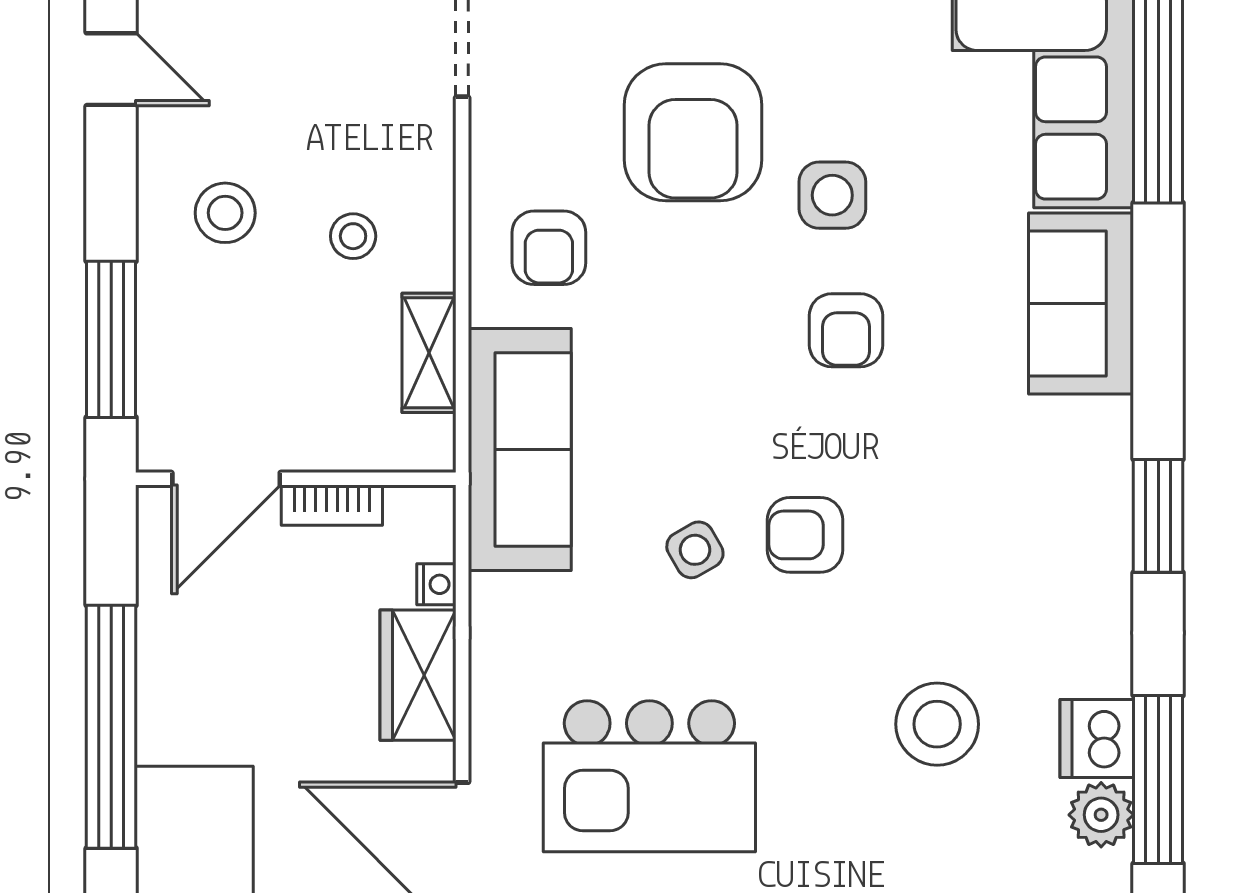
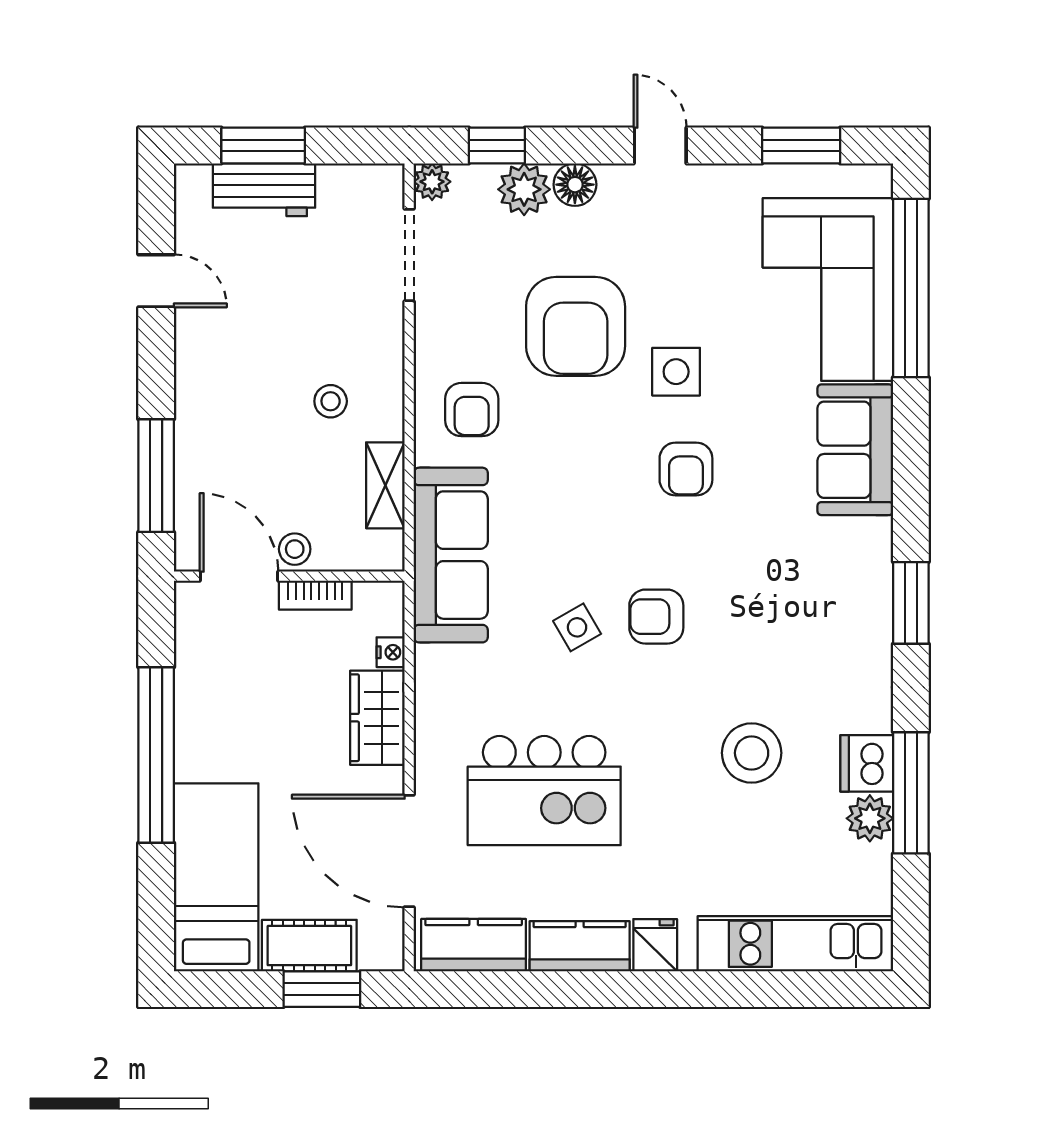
stool: (225, 213) -> (295, 549), moved, width x0.73, depth x0.73
door: (226, 479) -> (239, 576), swing flipped

